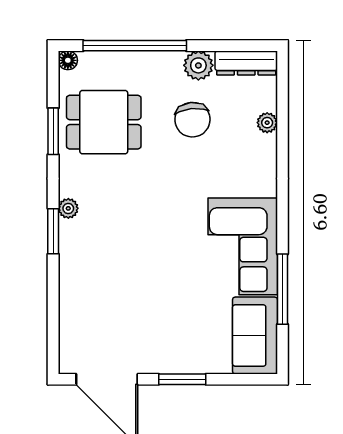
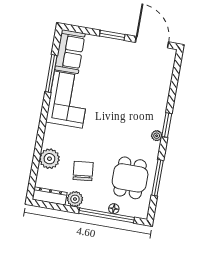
floor lamp: (68, 60) -> (114, 209), moved
dining table: (104, 122) -> (130, 178), turned 90
plant: (267, 123) -> (49, 159), width x1.88, depth x1.88
window: (53, 131) -> (158, 178), width x1.44

